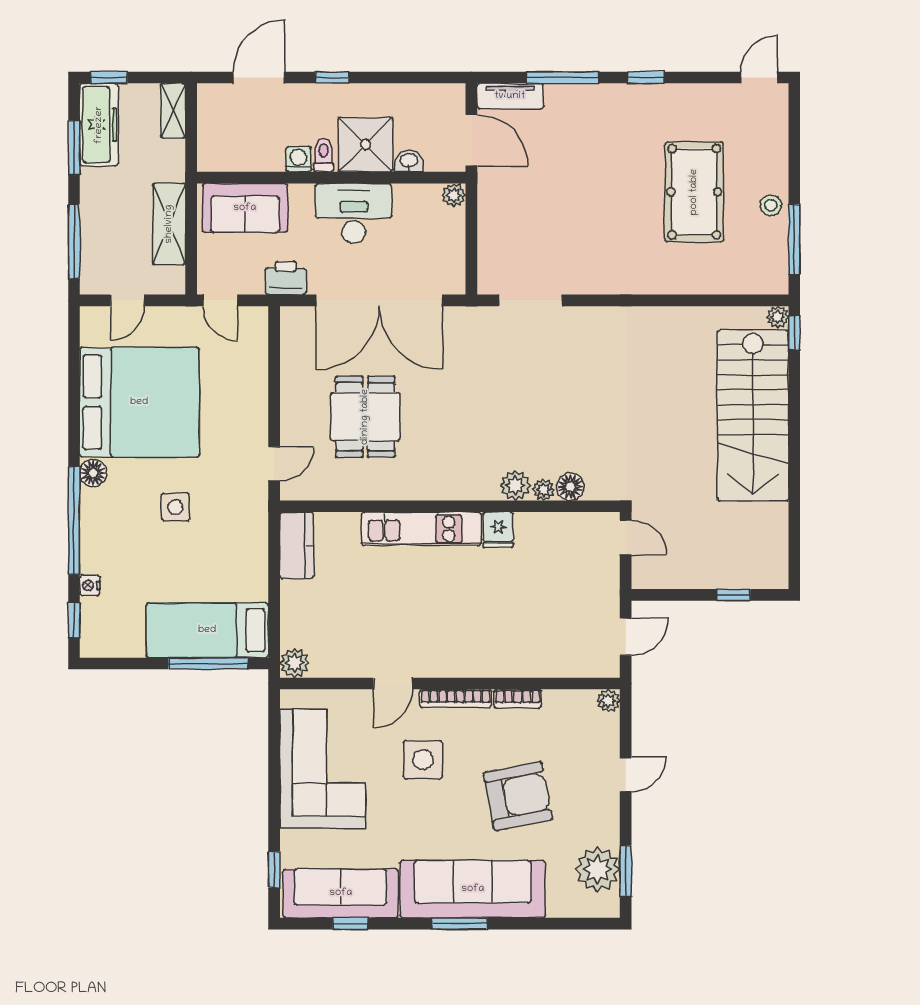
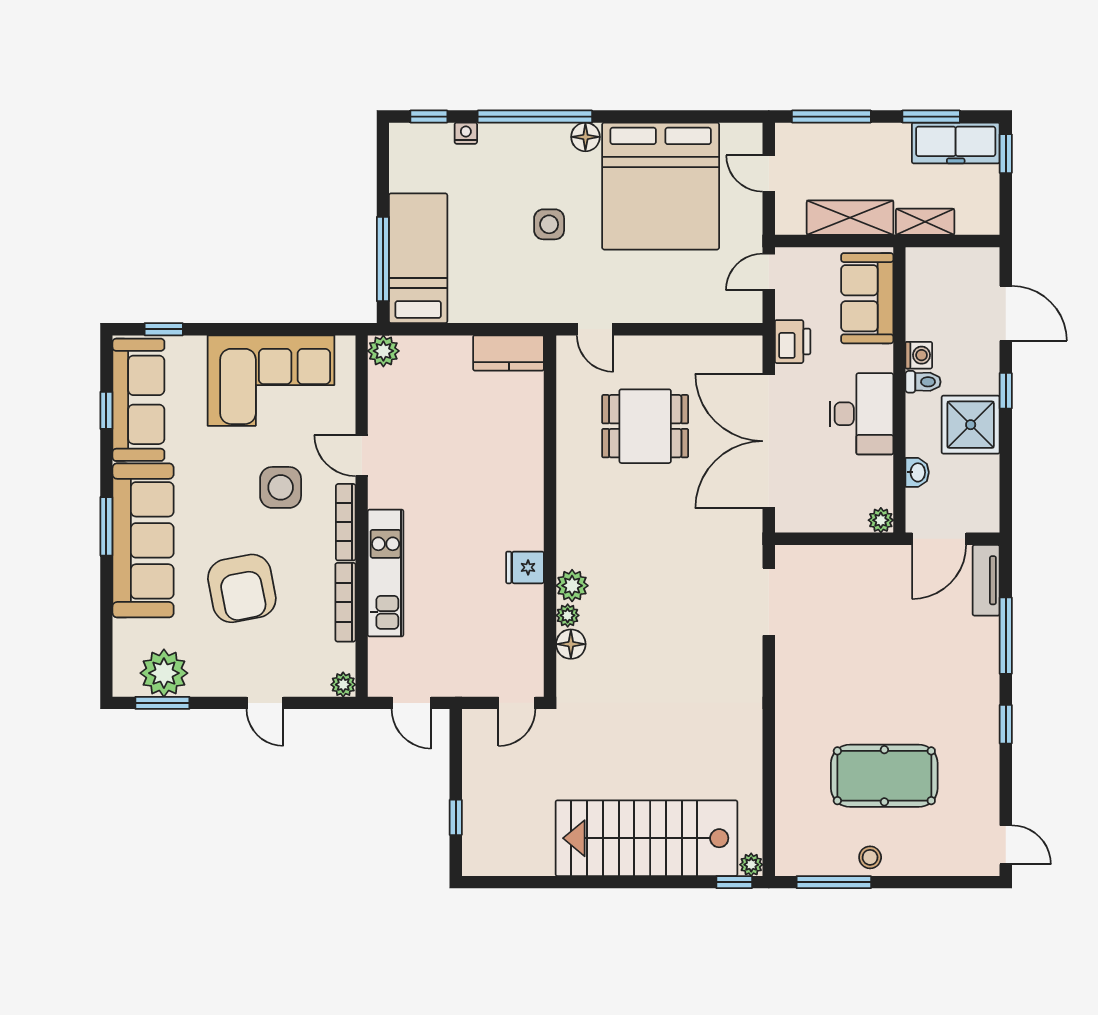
shelving: (173, 111) -> (925, 222), moved
shower: (366, 145) -> (971, 425), moved
kitchen unit: (421, 529) -> (386, 573), moved, turned 180
bookcase: (518, 699) -> (345, 602), width x1.56

